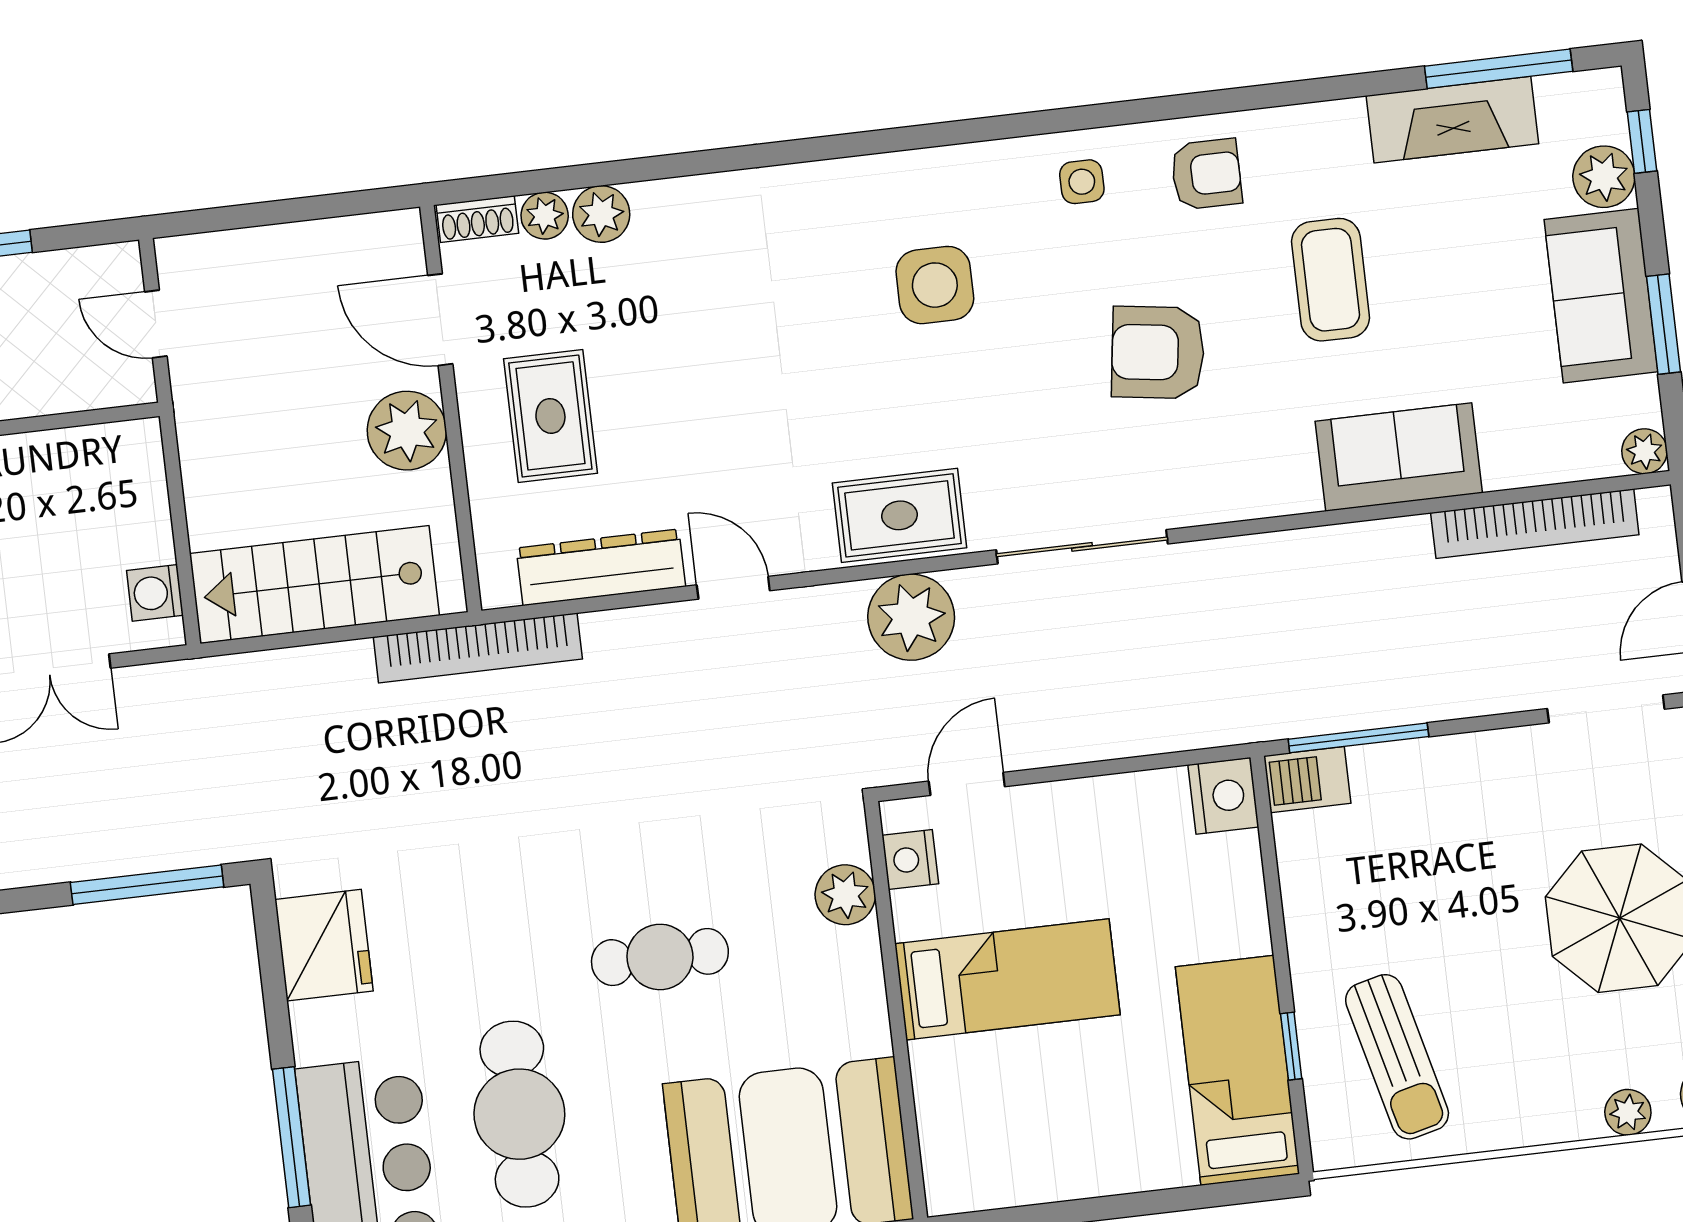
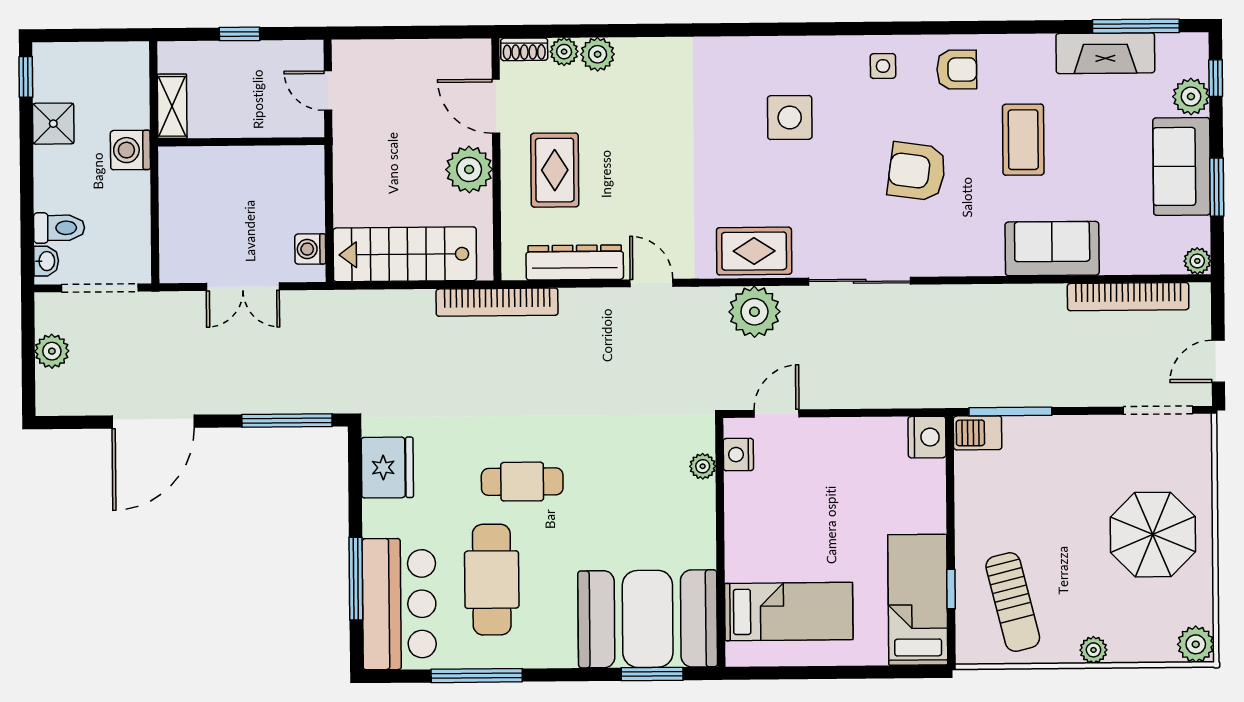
plant: (845, 895) -> (703, 466), width x0.73, depth x0.73
cafe table: (660, 957) -> (522, 482), moved
bed: (1007, 979) -> (789, 612), moved
plant: (1628, 1112) -> (1093, 650), moved

